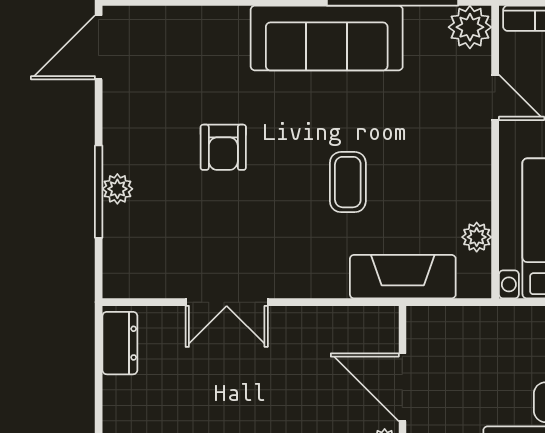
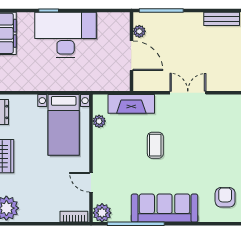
armchair: (223, 147) -> (225, 197), moved
double door: (227, 302) -> (188, 93), moved

